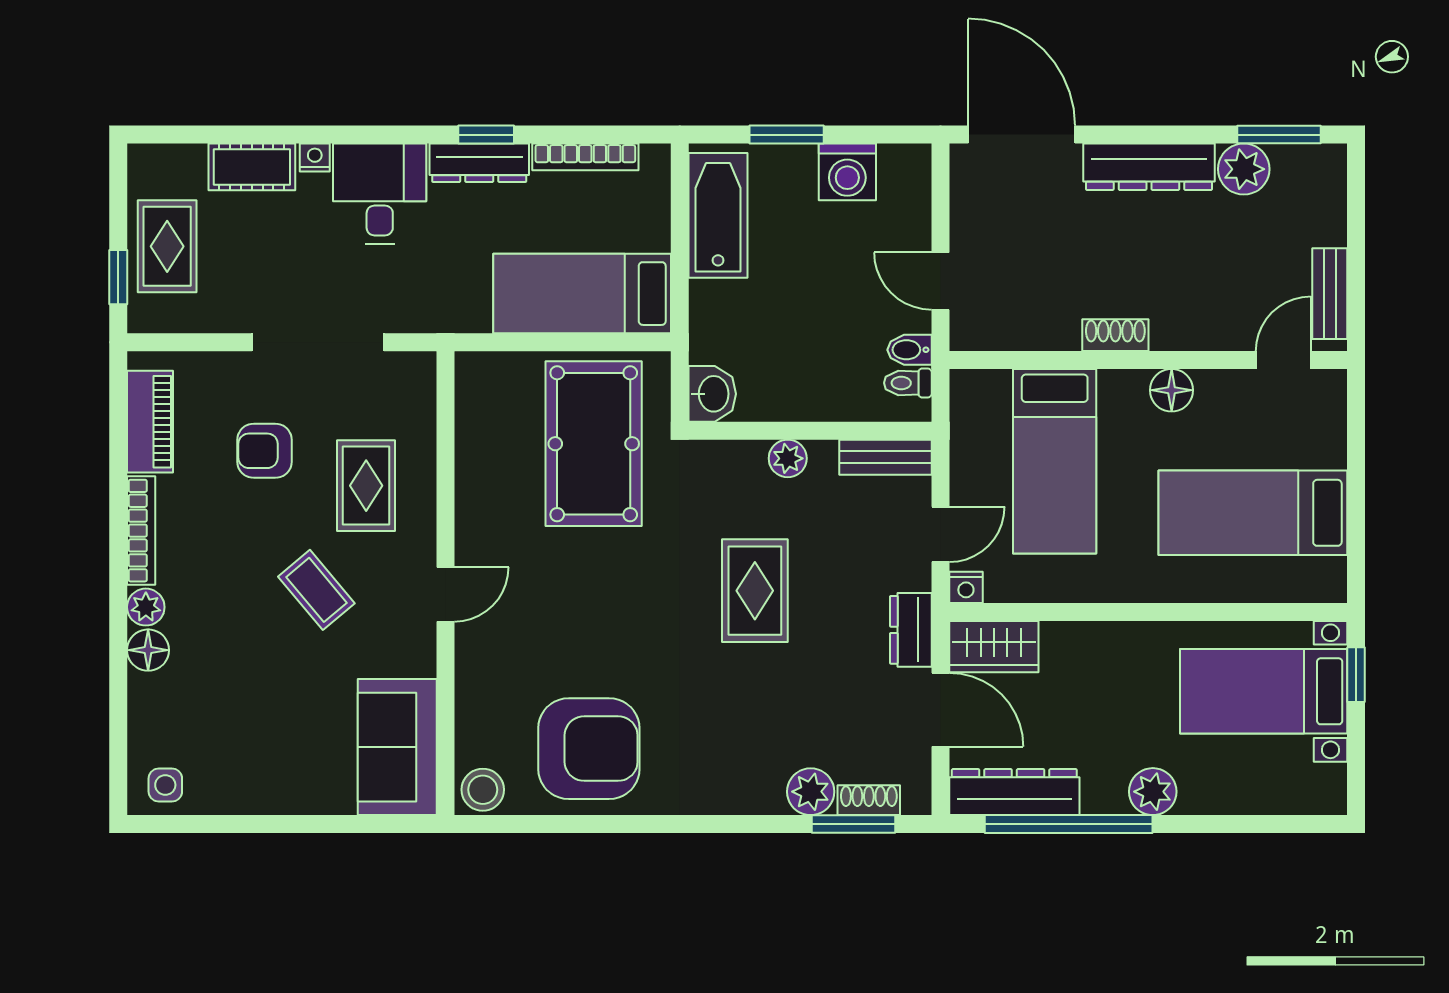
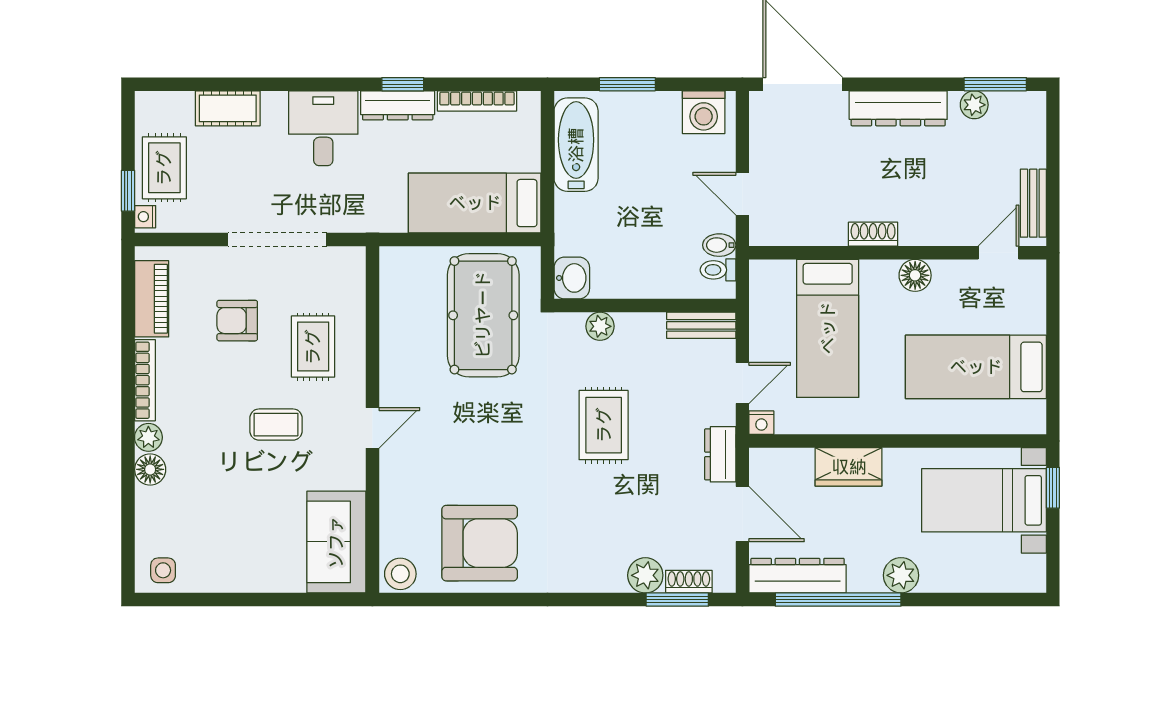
nightstand: (315, 157) -> (145, 217), moved, turned -90
plant: (1244, 169) -> (974, 105), width x0.73, depth x0.73
washing machine: (847, 172) -> (704, 112), moved
plant: (788, 458) -> (600, 326), moved
coffee table: (316, 590) -> (276, 425), turned -50
wardrobe: (994, 647) -> (849, 467), moved

